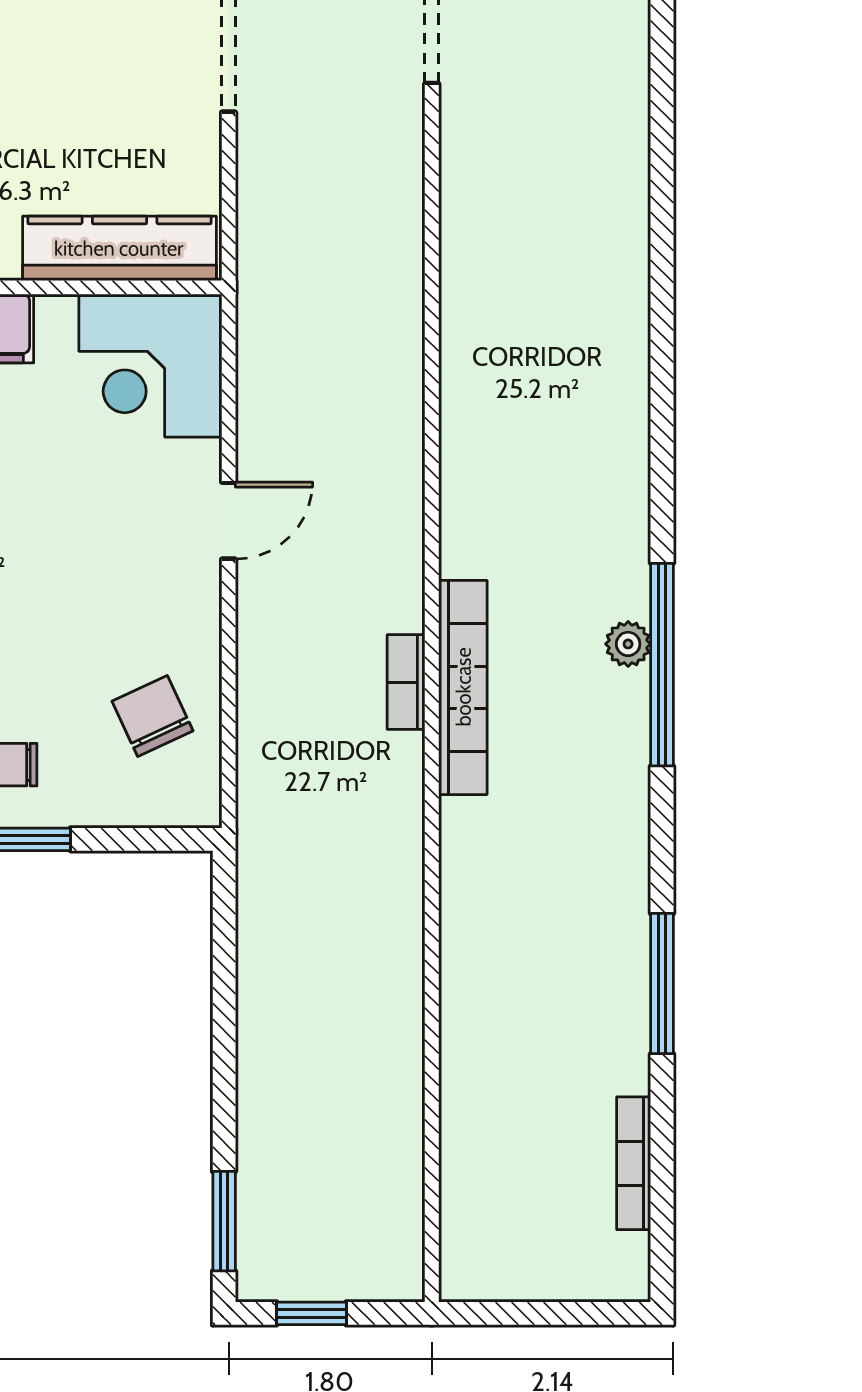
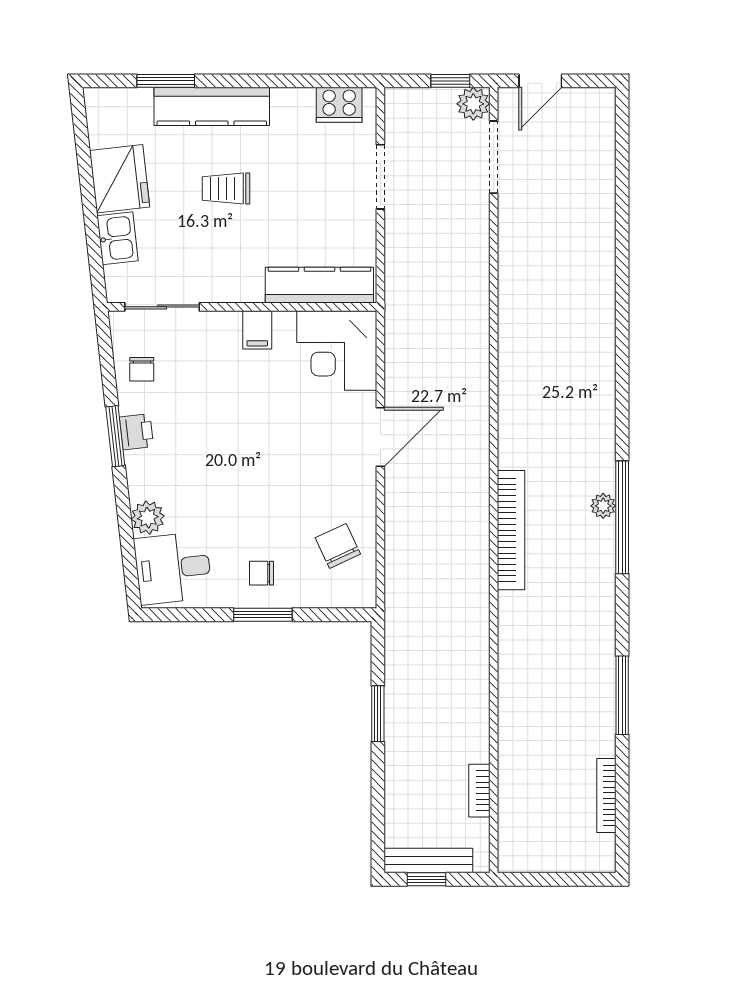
door: (229, 521) -> (380, 437), width x1.38
bookcase: (406, 682) -> (479, 791), moved
window: (224, 1221) -> (378, 714), moved
bench: (315, 1280) -> (428, 861), added

